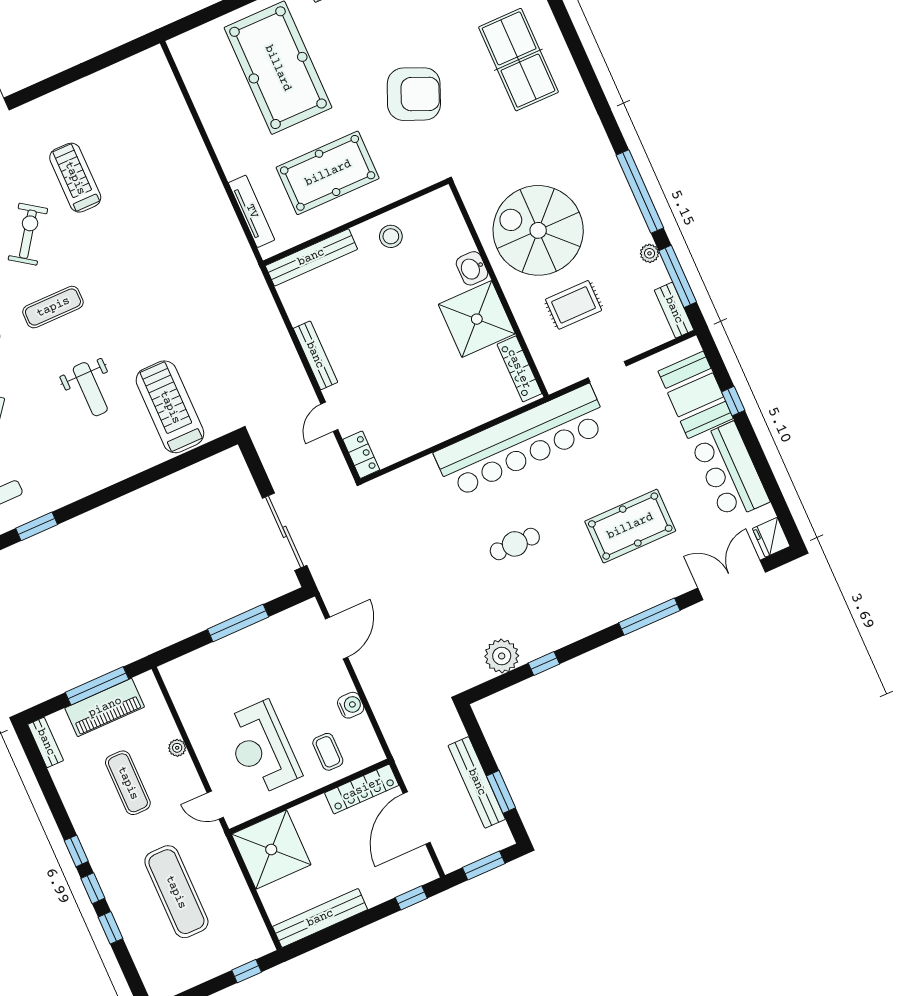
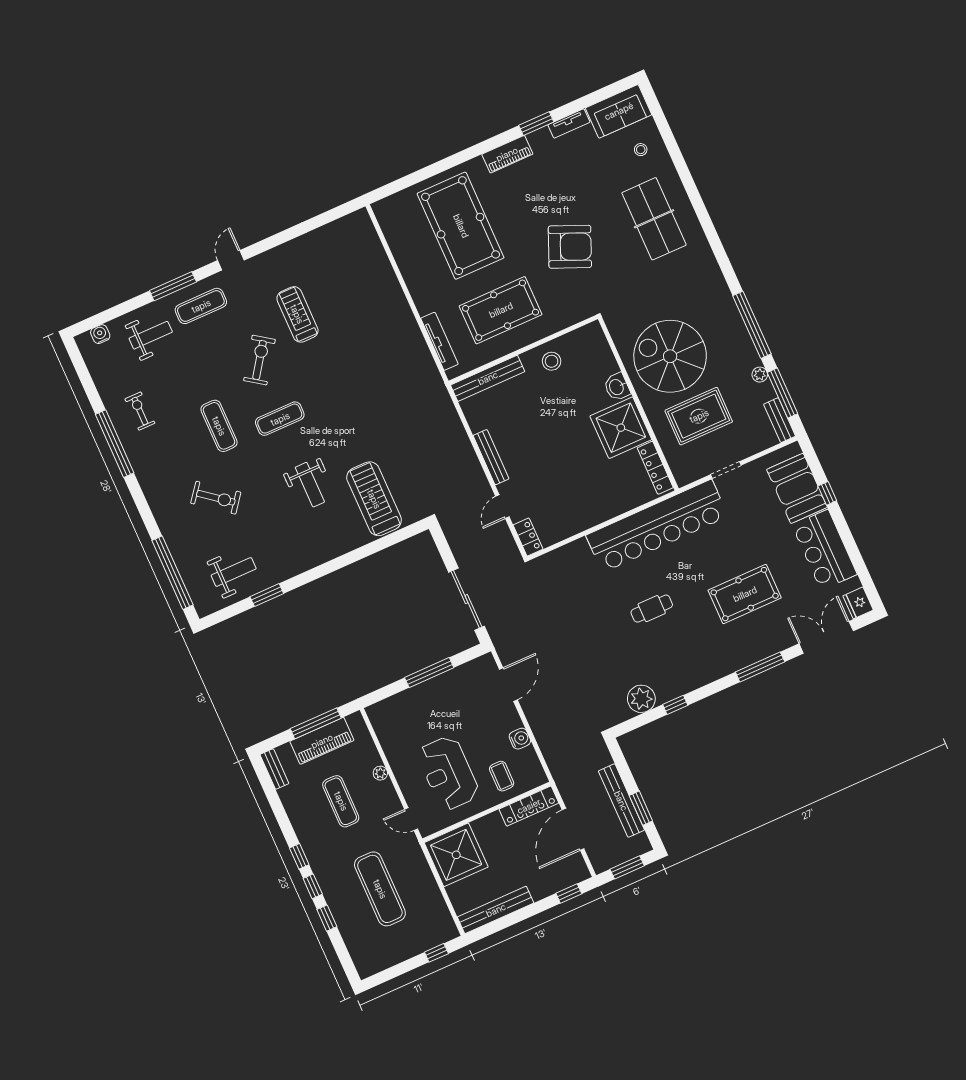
rug: (574, 305) -> (699, 416), width x1.36, depth x1.43

